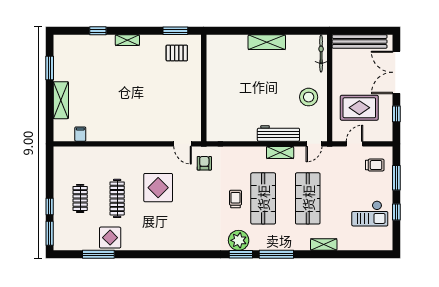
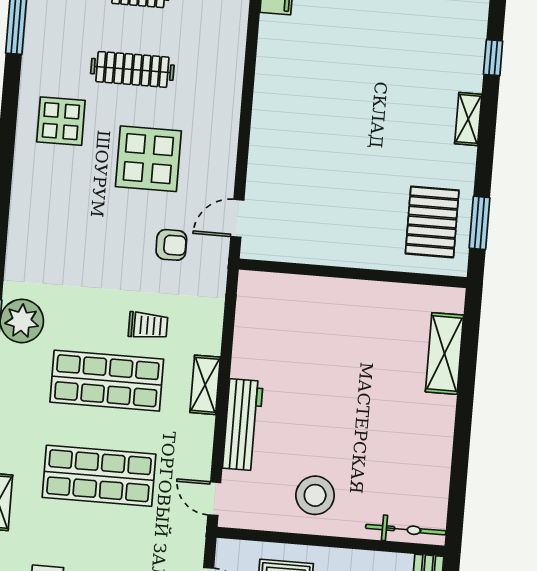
shelving: (267, 42) -> (445, 353), moved
pallet: (177, 53) -> (432, 222), width x1.50, depth x1.42
shelving: (280, 152) -> (205, 385), moved
armchair: (204, 163) -> (171, 245), moved
trolley: (235, 199) -> (148, 325), moved
display table: (110, 238) -> (61, 121), moved

